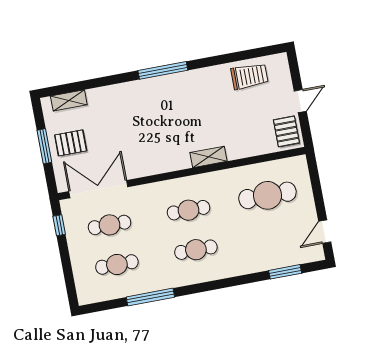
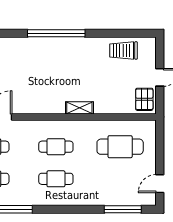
window: (163, 70) -> (56, 33), width x1.46
trolley: (249, 76) -> (123, 50), turned 180
window: (285, 272) -> (123, 209), width x1.44

